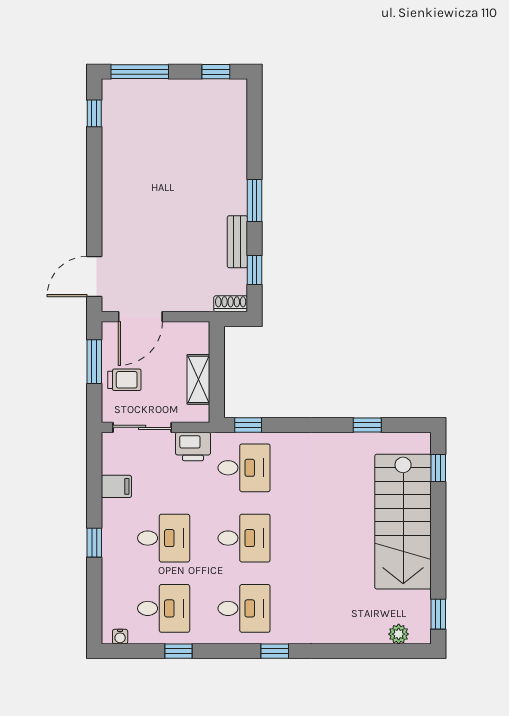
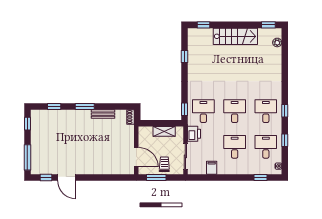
window: (254, 270) -> (54, 106), moved
door: (94, 276) -> (67, 178), moved
stairs: (403, 522) -> (235, 36), width x0.73, depth x0.66
window: (94, 543) -> (260, 178), moved
window: (275, 651) -> (285, 111), moved

